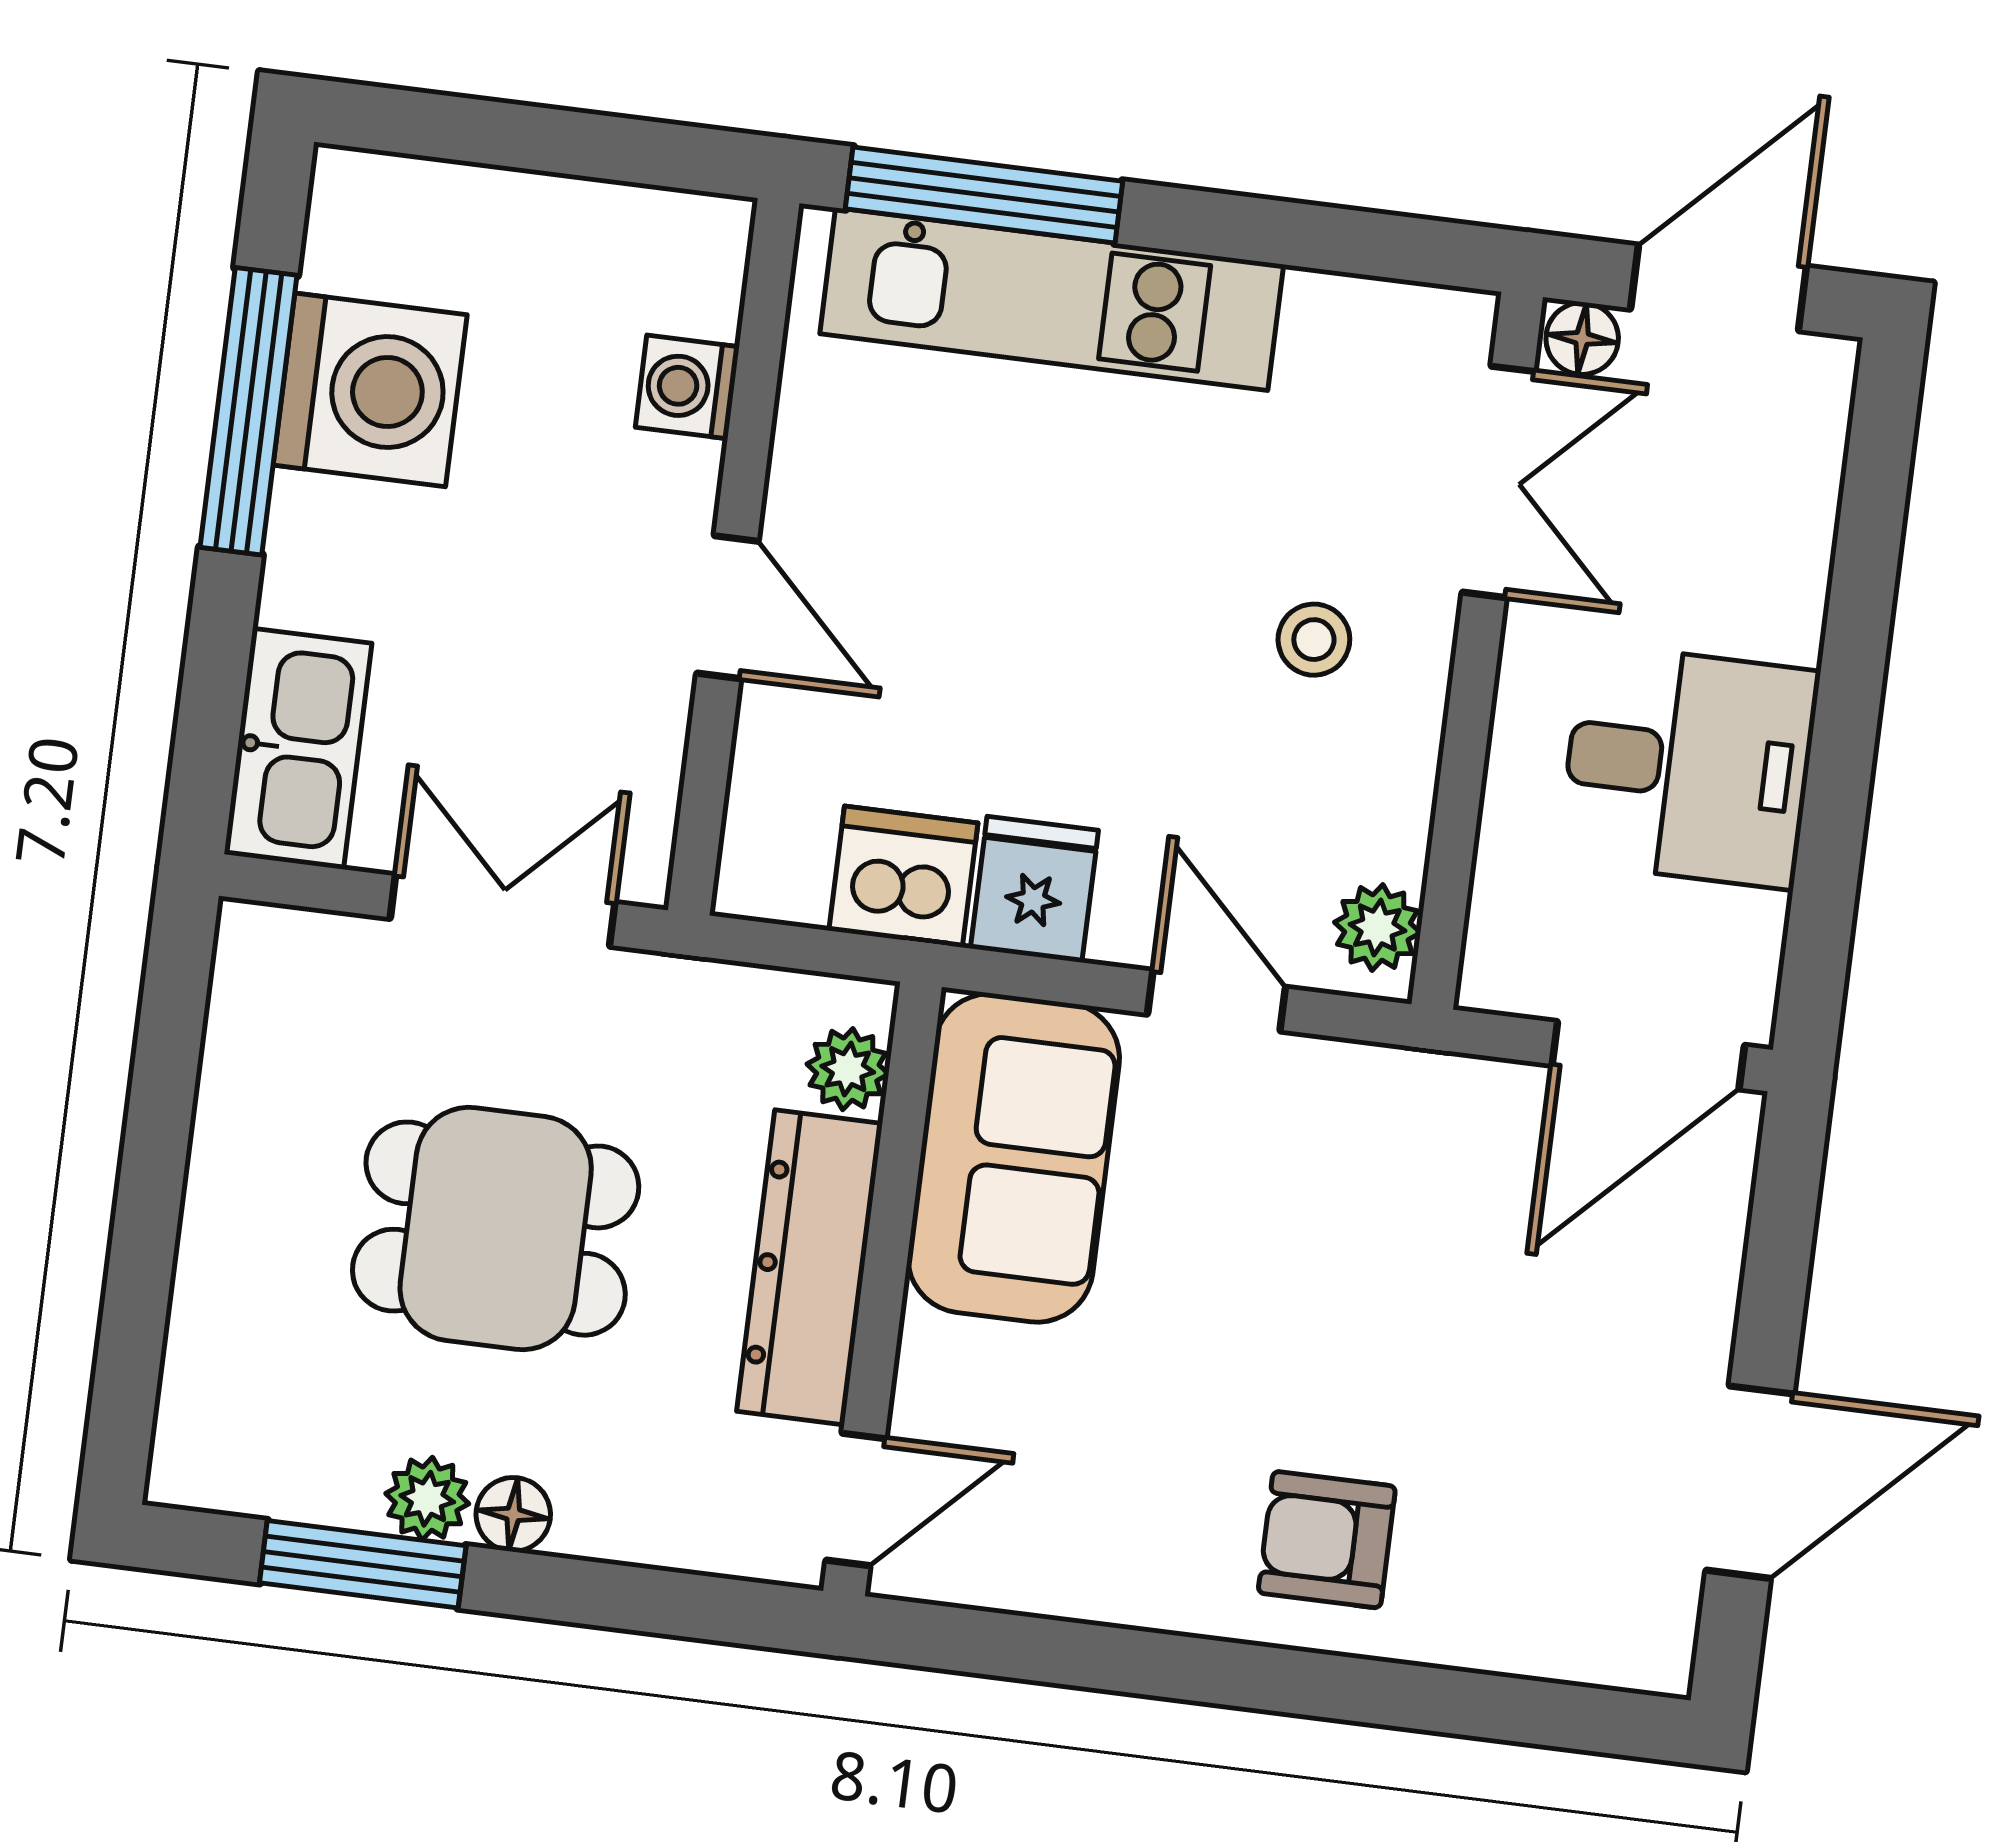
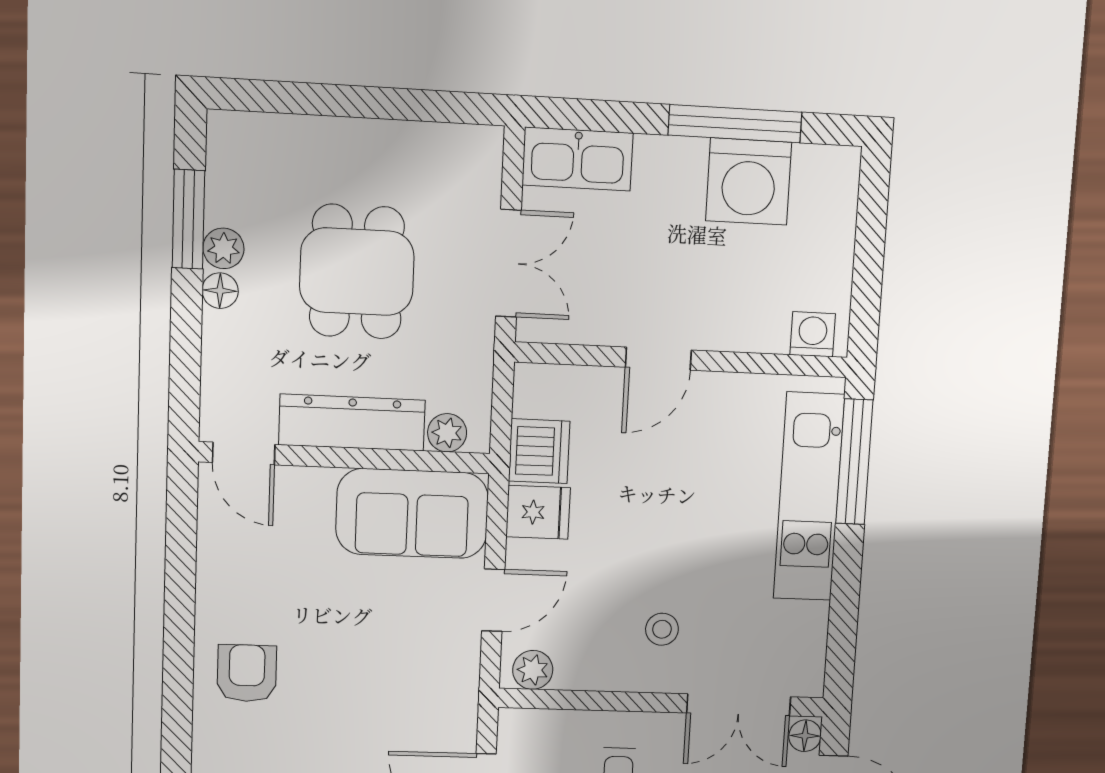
washing machine: (687, 387) -> (813, 334), moved

